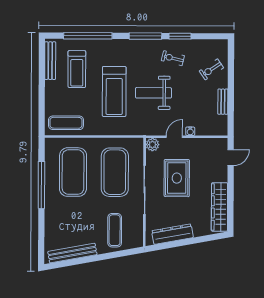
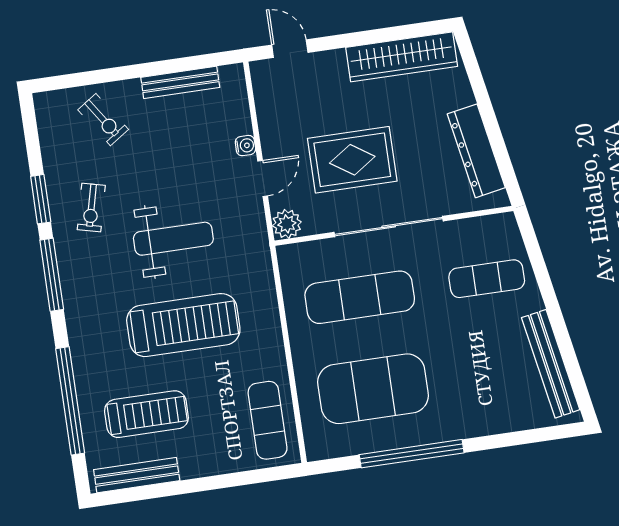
weight bench: (153, 93) -> (173, 239), turned -90
bench: (223, 102) -> (180, 82), width x1.36
door: (174, 137) -> (263, 179), swing flipped
exercise mat: (115, 172) -> (360, 297), width x0.68

